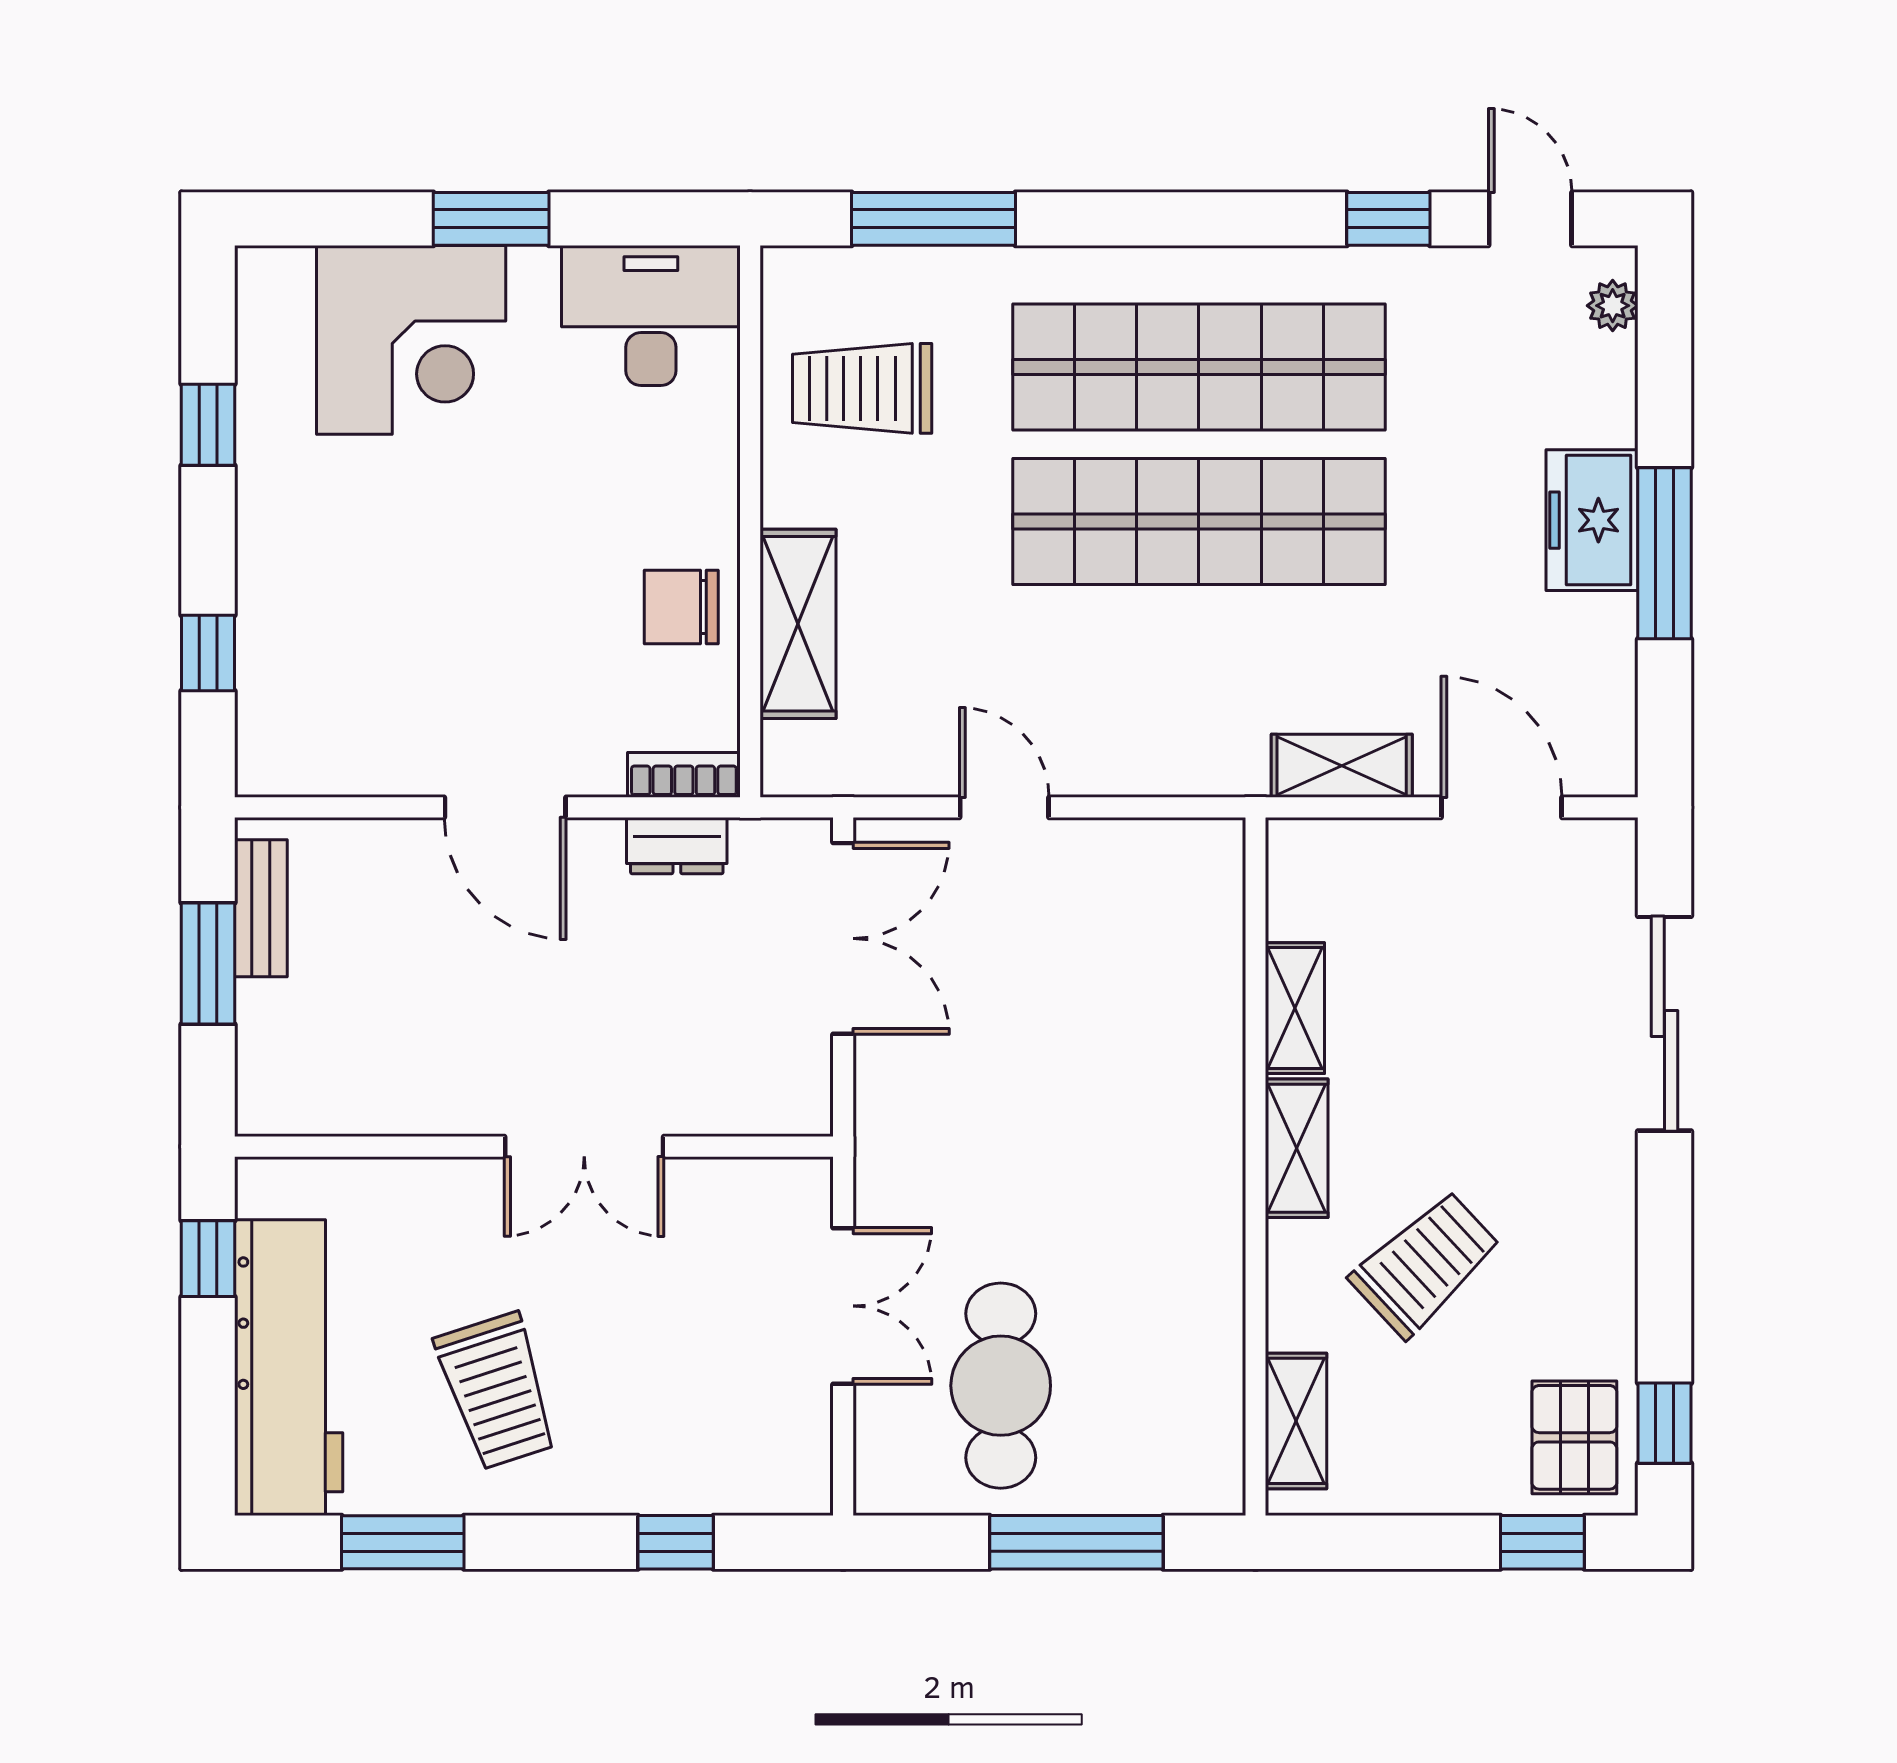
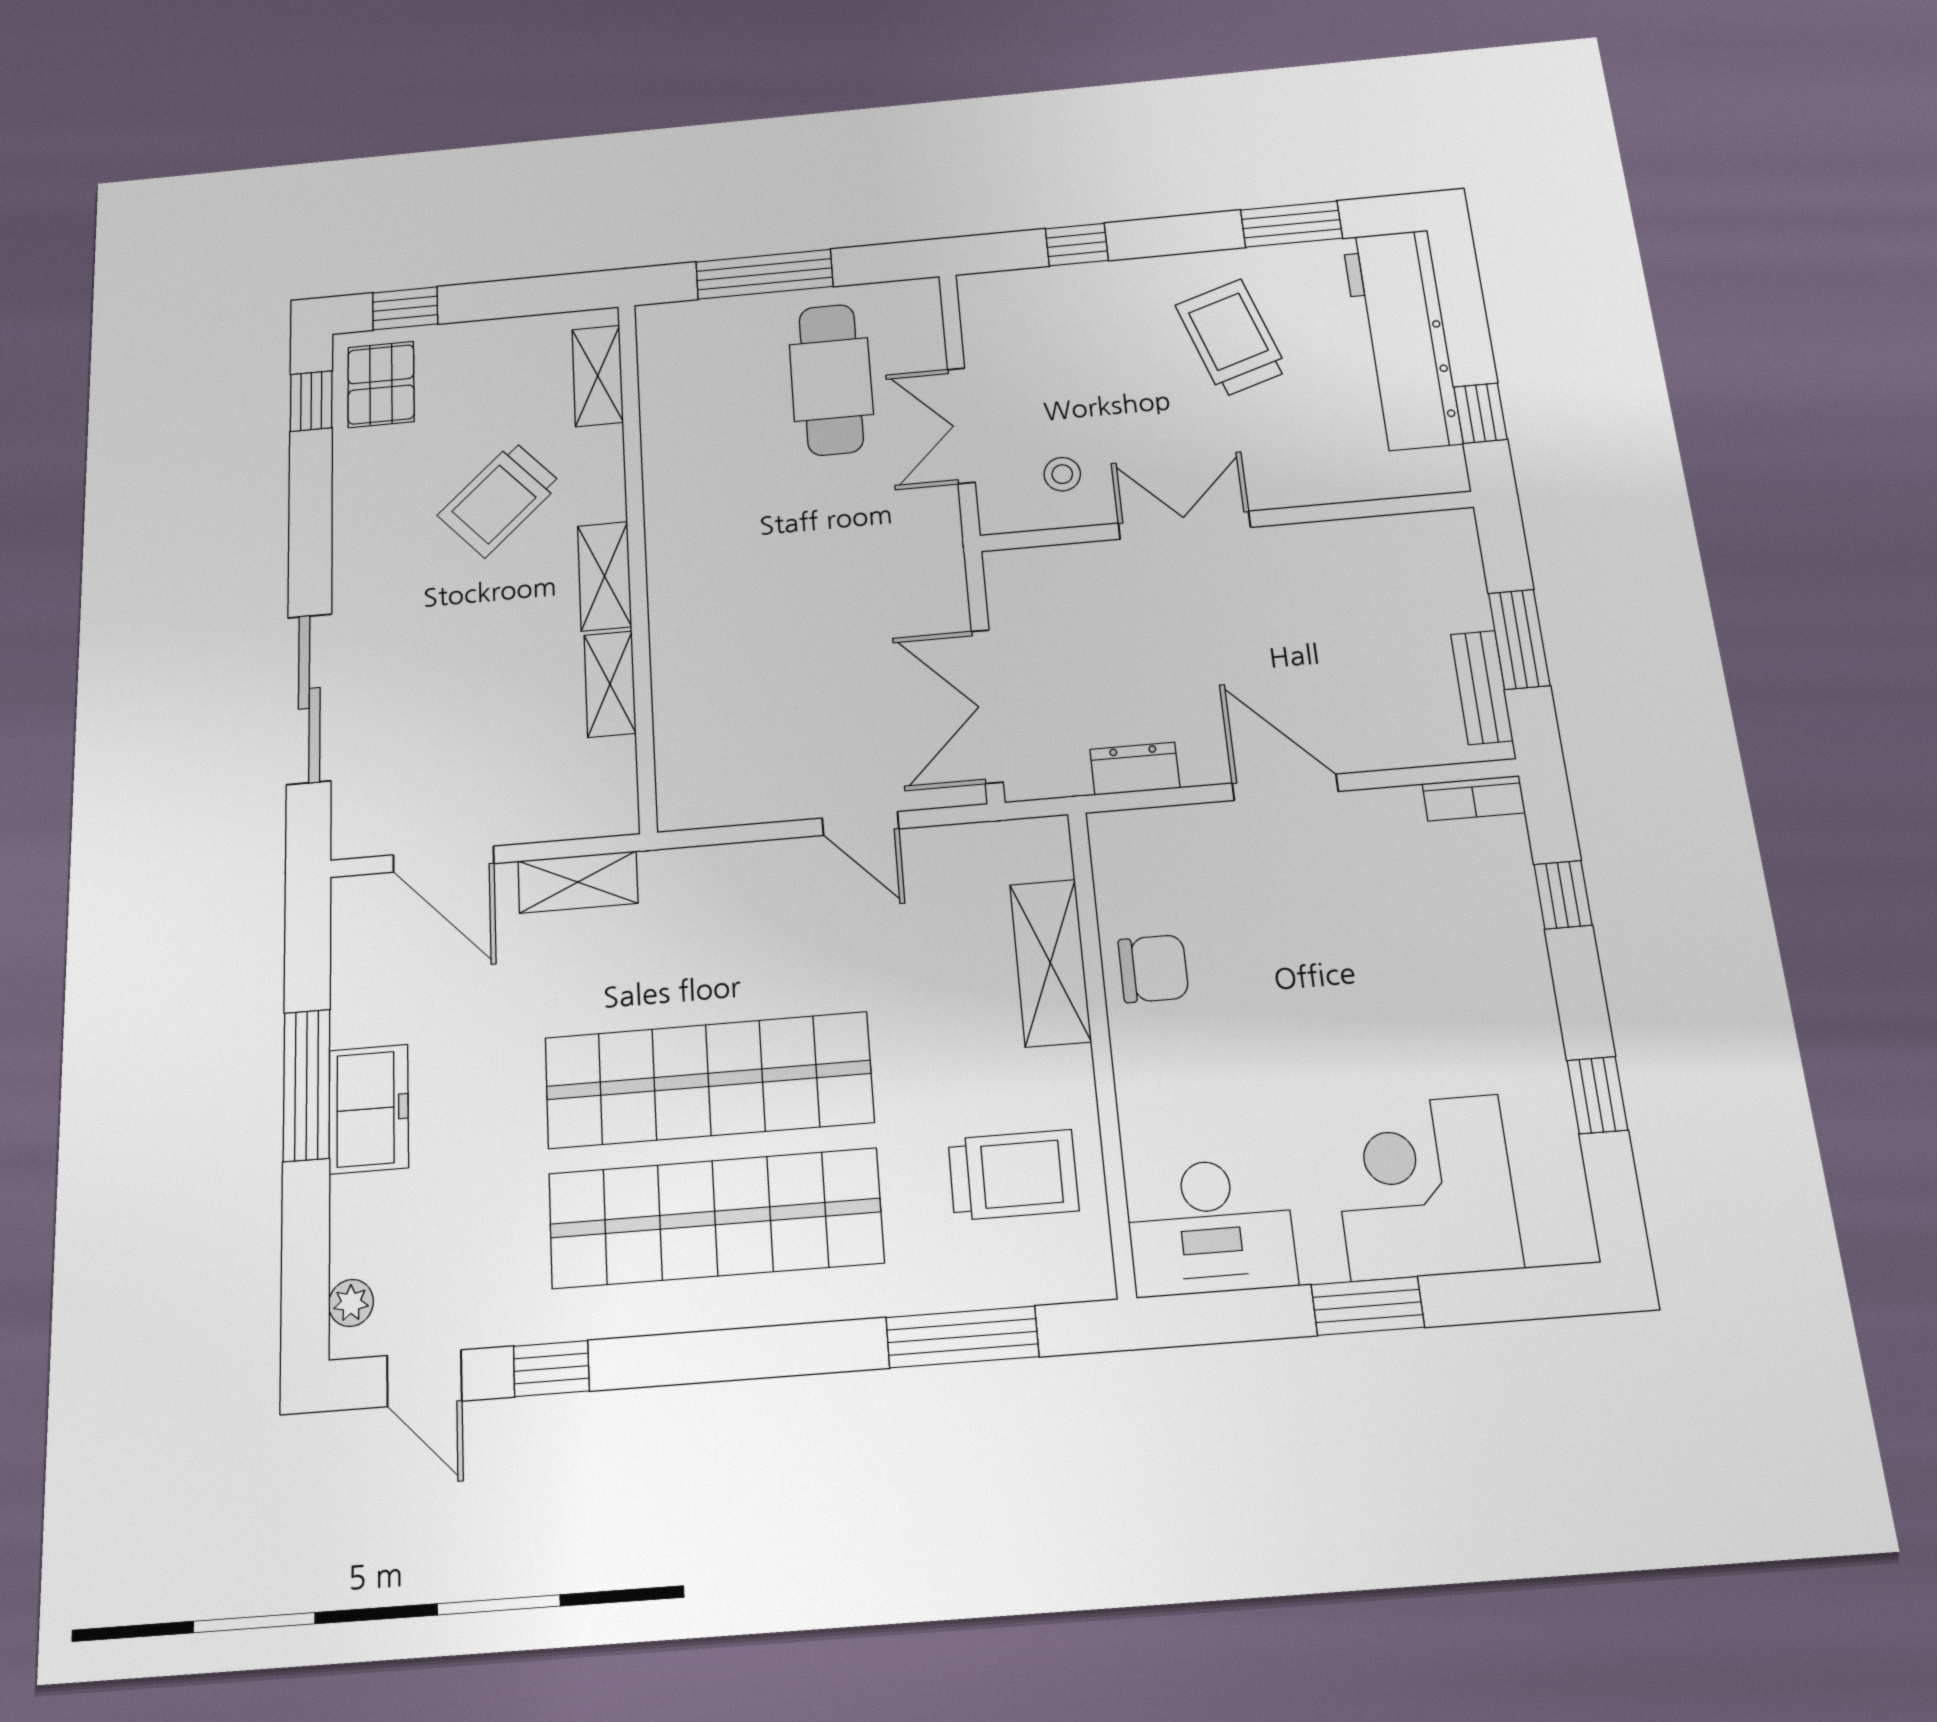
bookcase: (684, 775) -> (1474, 798), moved
stool: (725, 1228) -> (1062, 474), added

